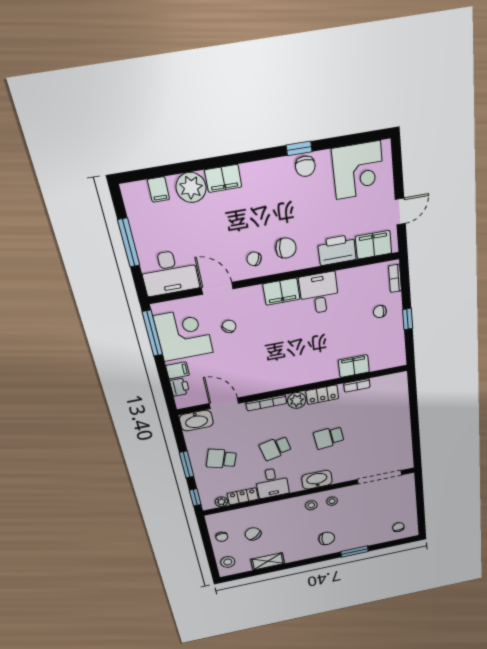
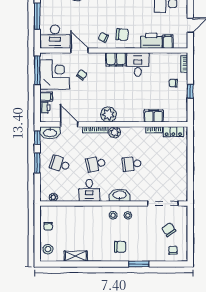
filing cabinet: (374, 245) -> (168, 42), width x0.50
plant: (283, 378) -> (108, 115), added
locker: (322, 395) -> (173, 132), moved
locker: (243, 496) -> (68, 196), removed
window: (195, 497) -> (37, 138), moved
chair: (253, 534) -> (169, 230), moved

